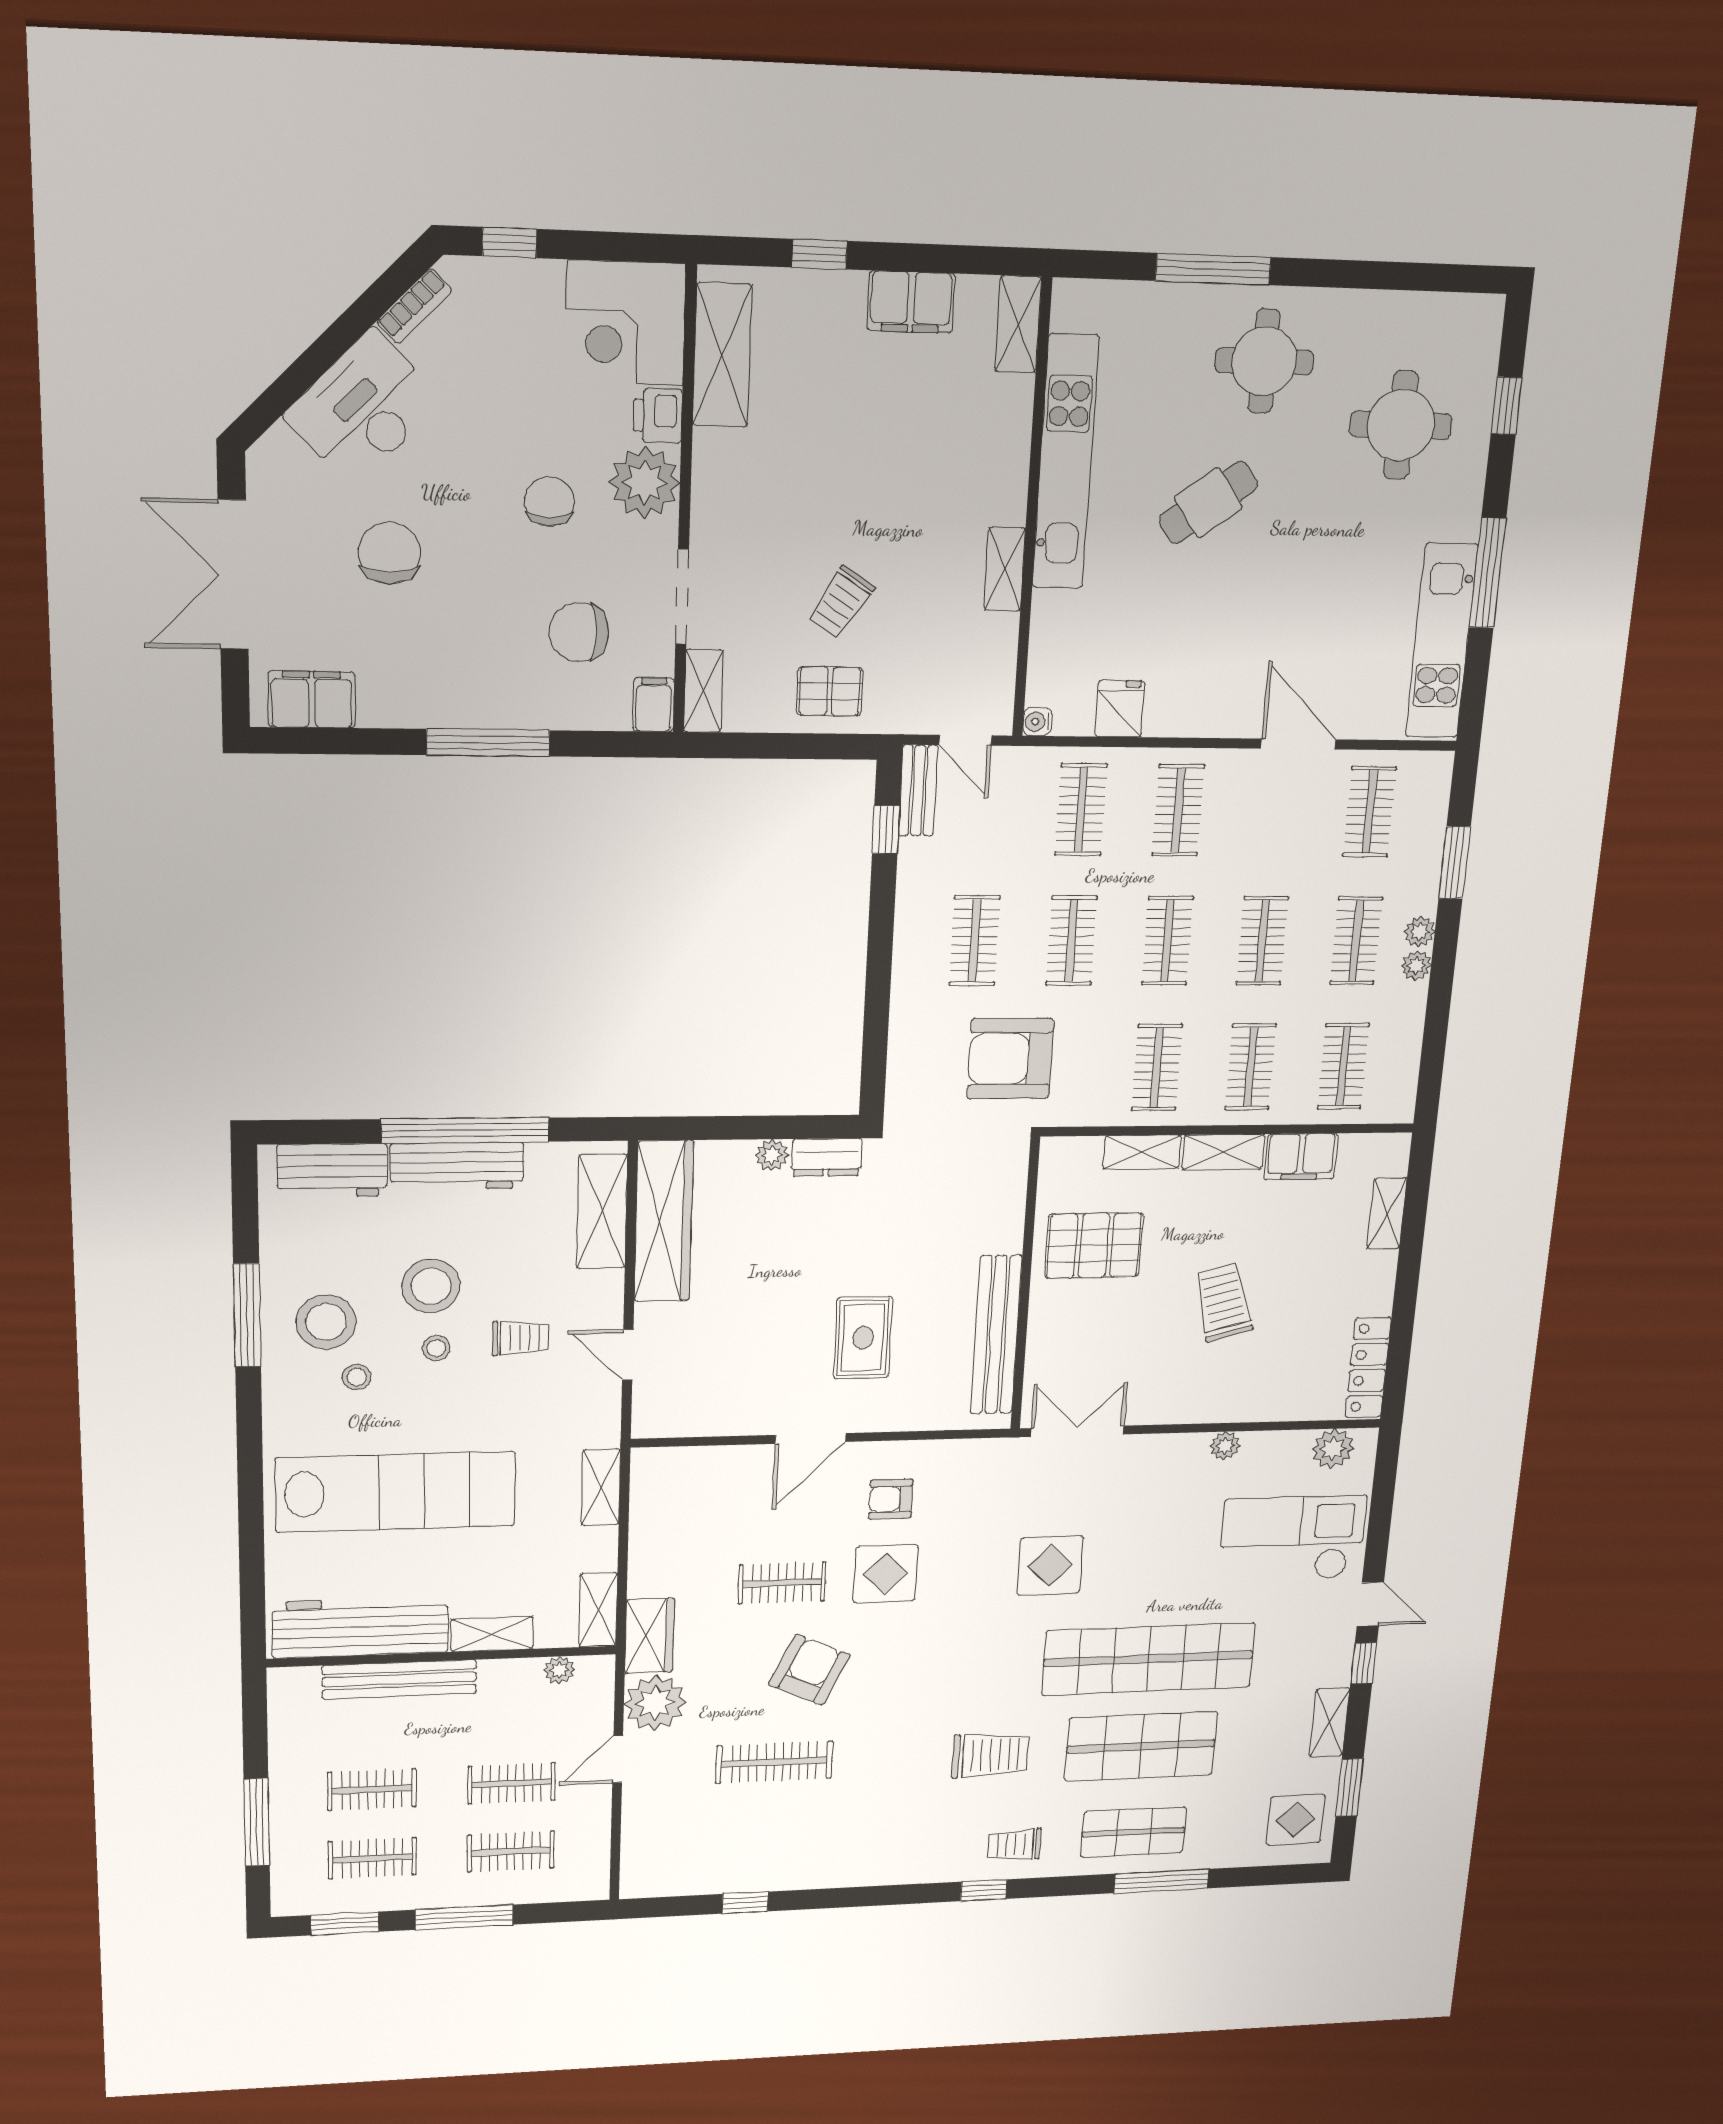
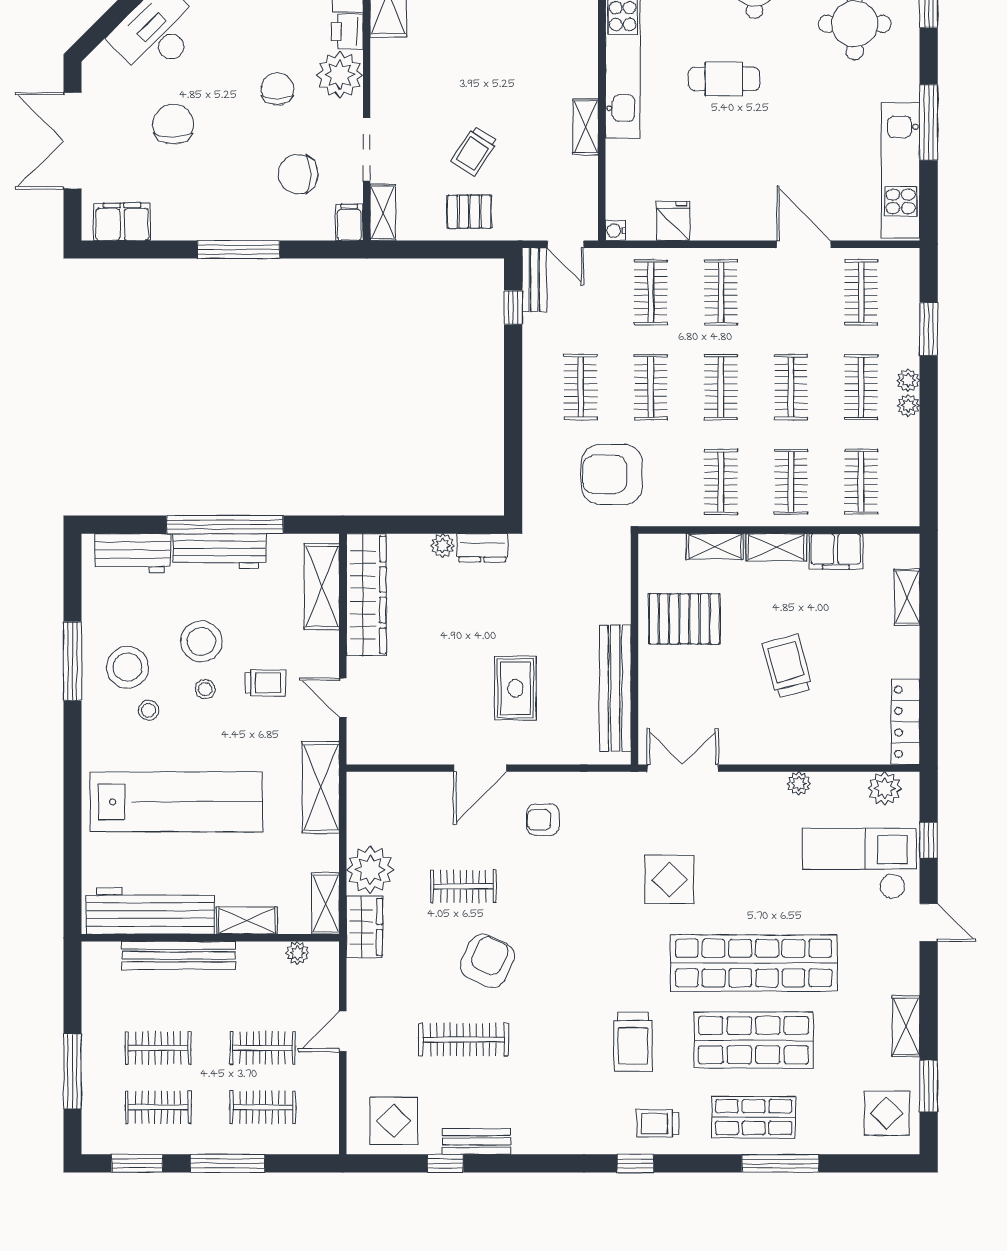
cafe table: (1208, 503) -> (724, 79), turned 36
shelving: (601, 1487) -> (321, 787), width x1.50, depth x1.33
display table: (885, 1574) -> (394, 1121), moved
window: (1364, 1663) -> (929, 840), moved
plant: (655, 1703) -> (370, 870), moved
trolley: (990, 1755) -> (633, 1042), turned 90
bench: (786, 1876) -> (476, 1141), added

